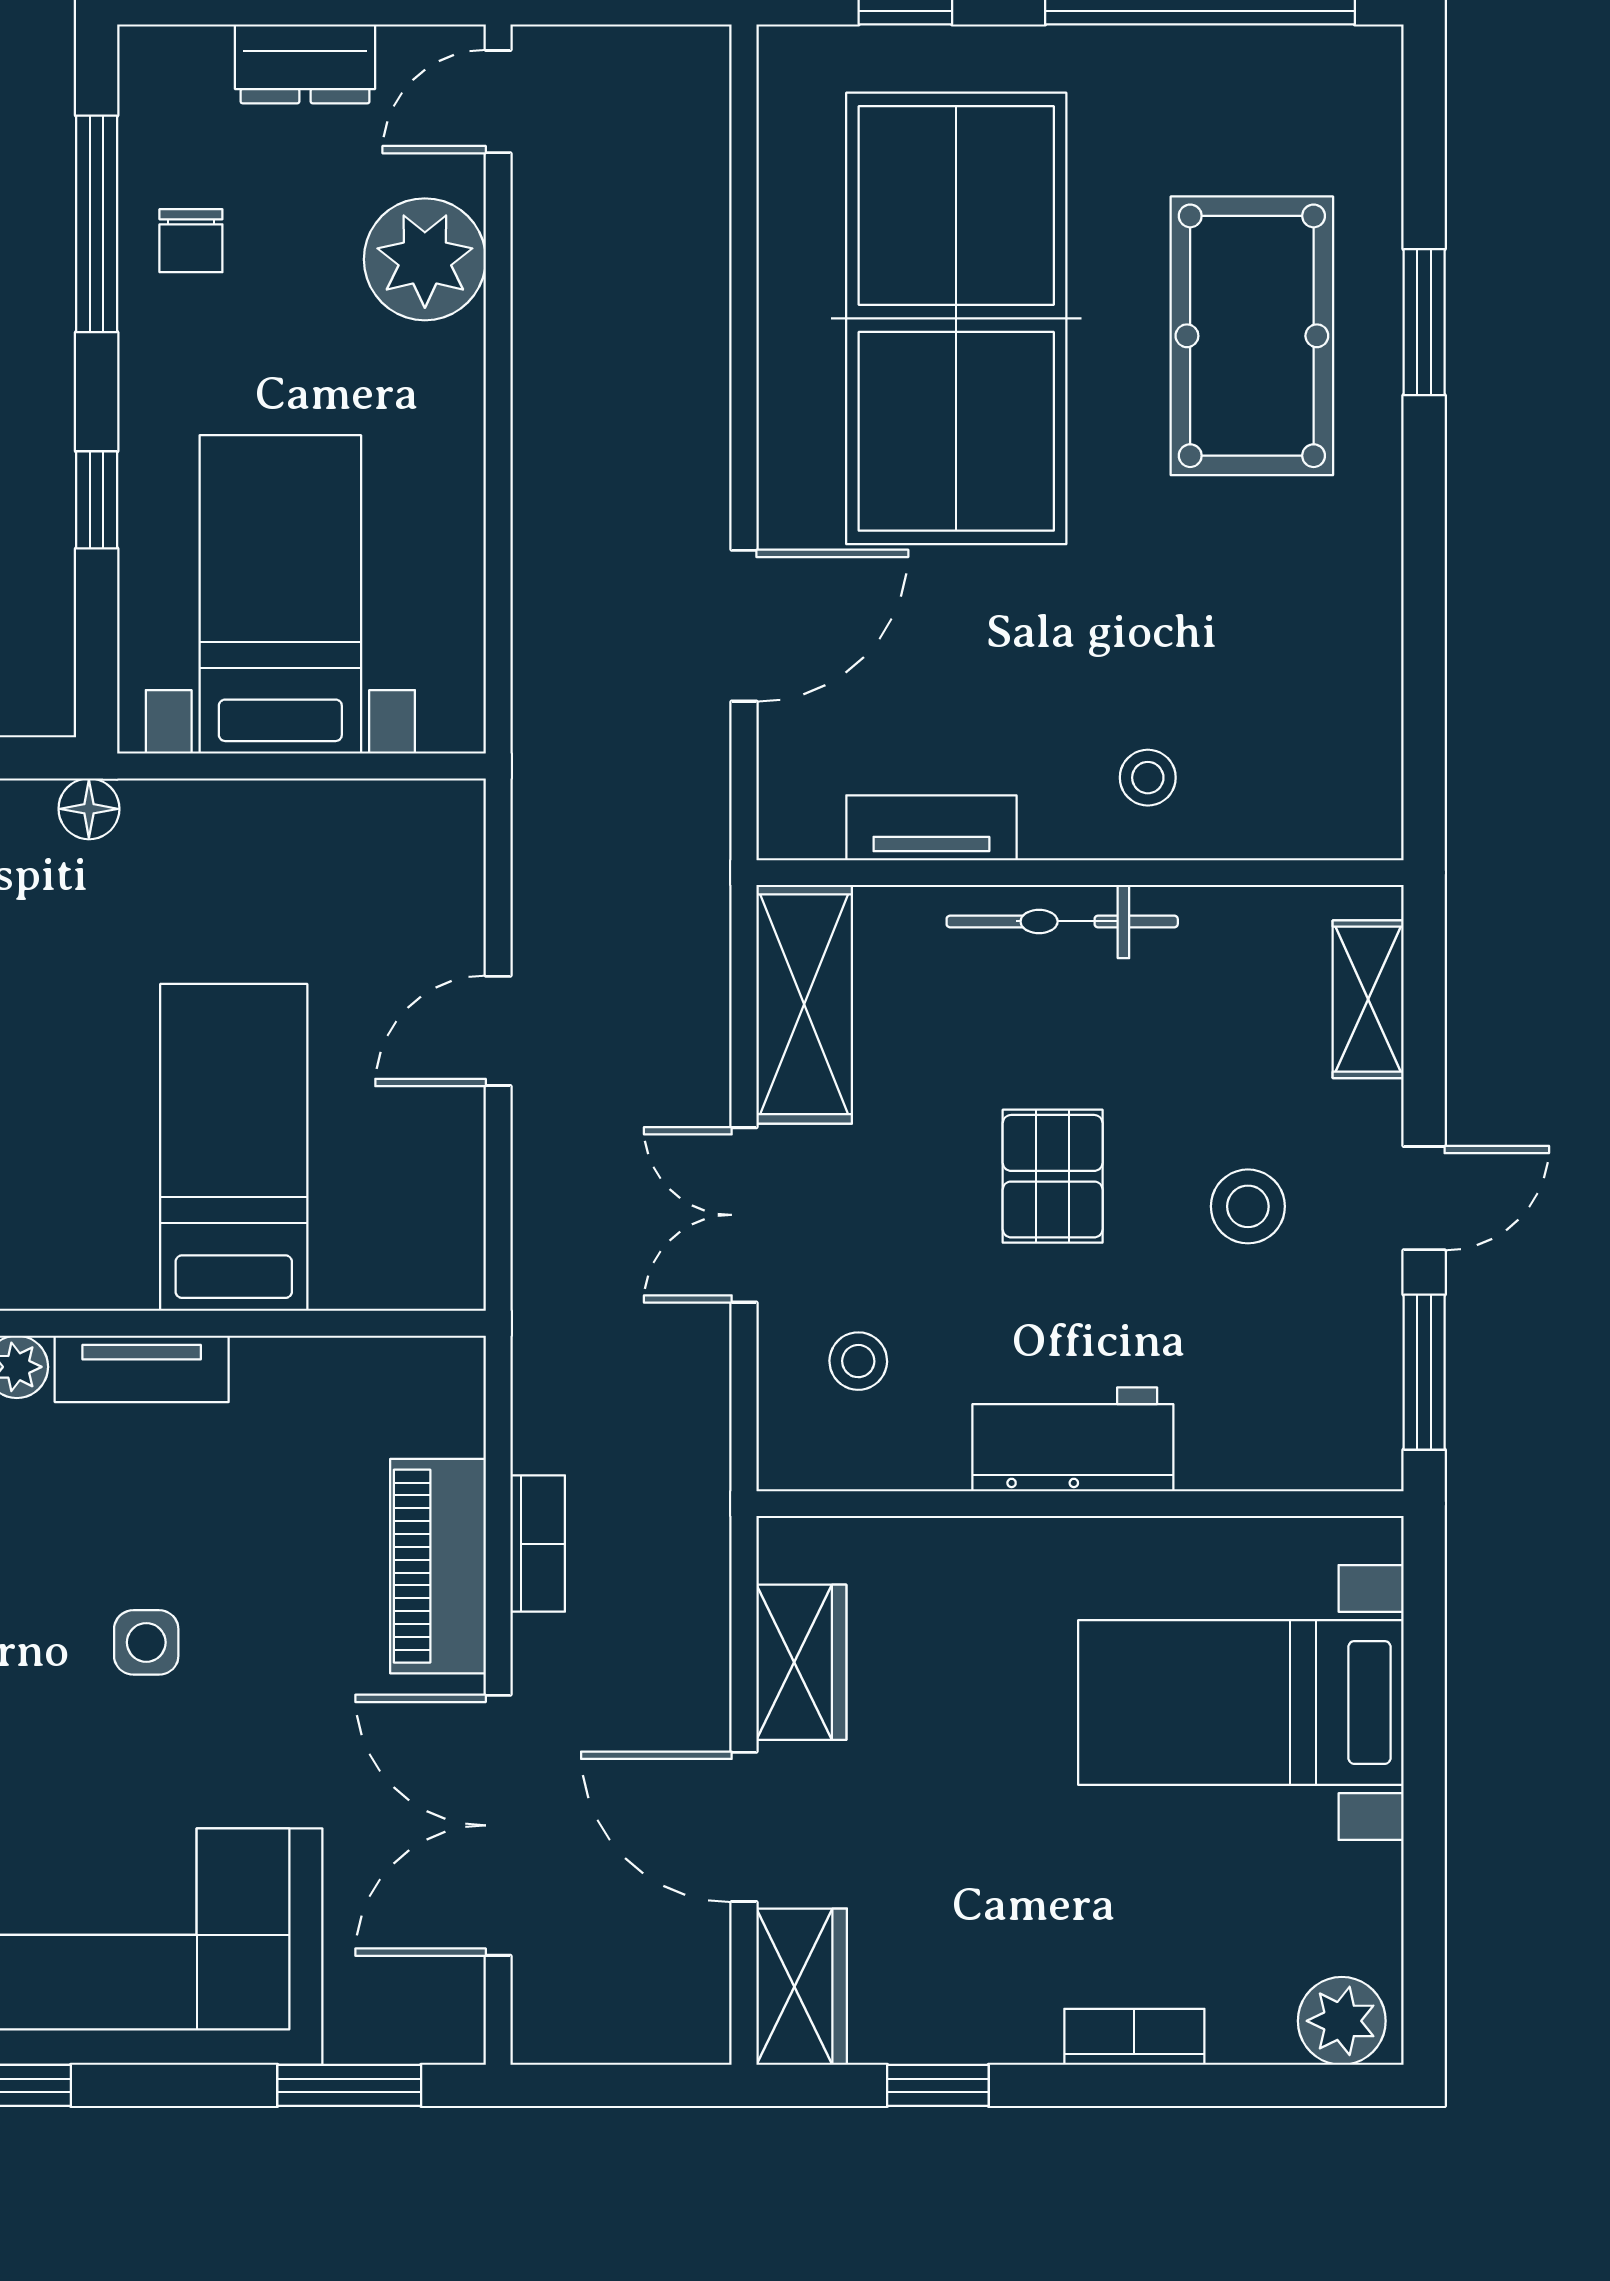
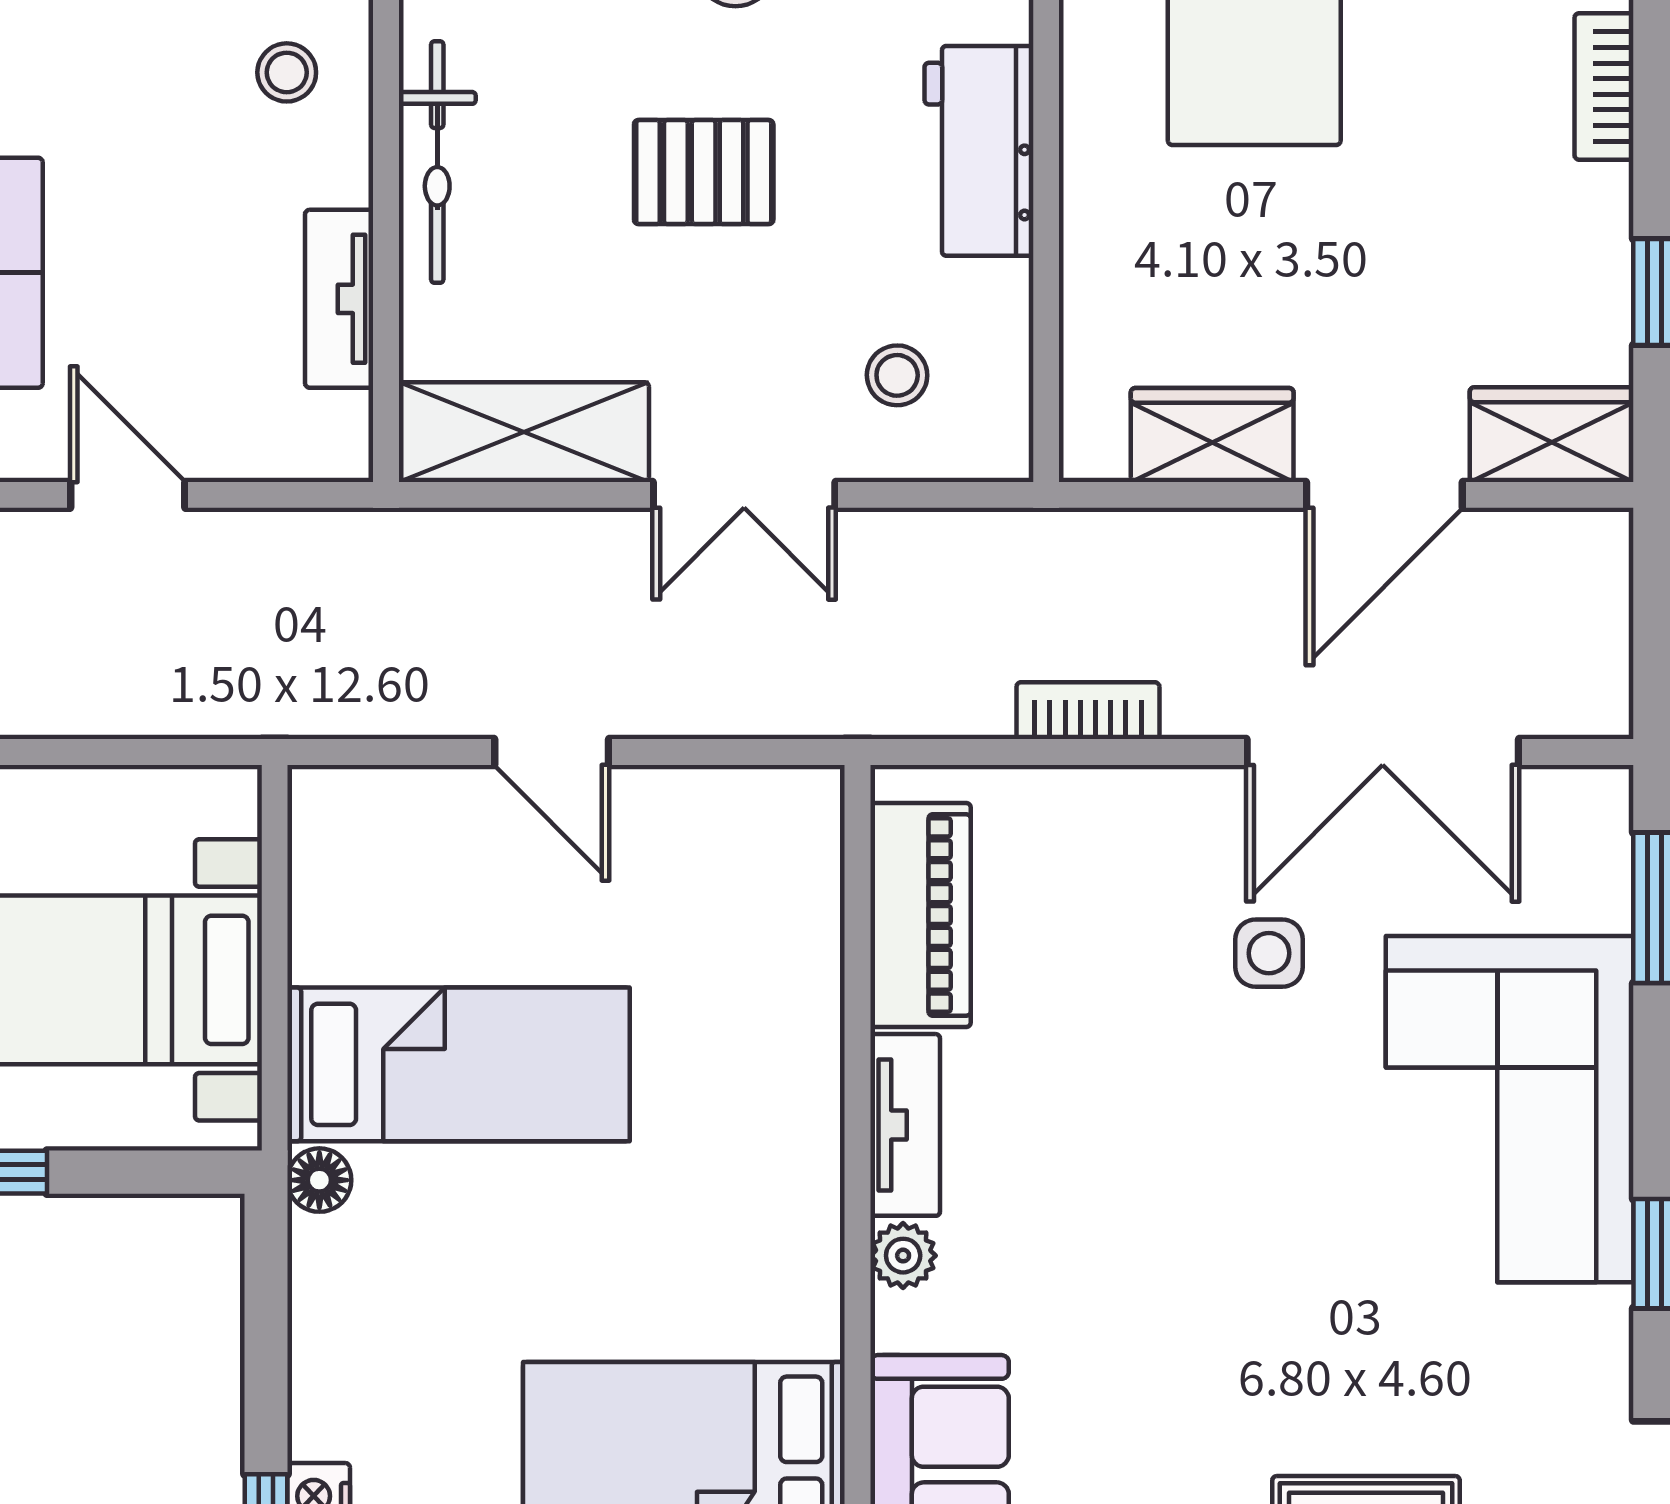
door: (744, 626) -> (128, 495), width x0.73
bed: (234, 1147) -> (459, 1064), moved, turned 180
piano: (438, 1566) -> (921, 915), moved, turned -90
side table: (146, 1642) -> (1269, 953), moved

